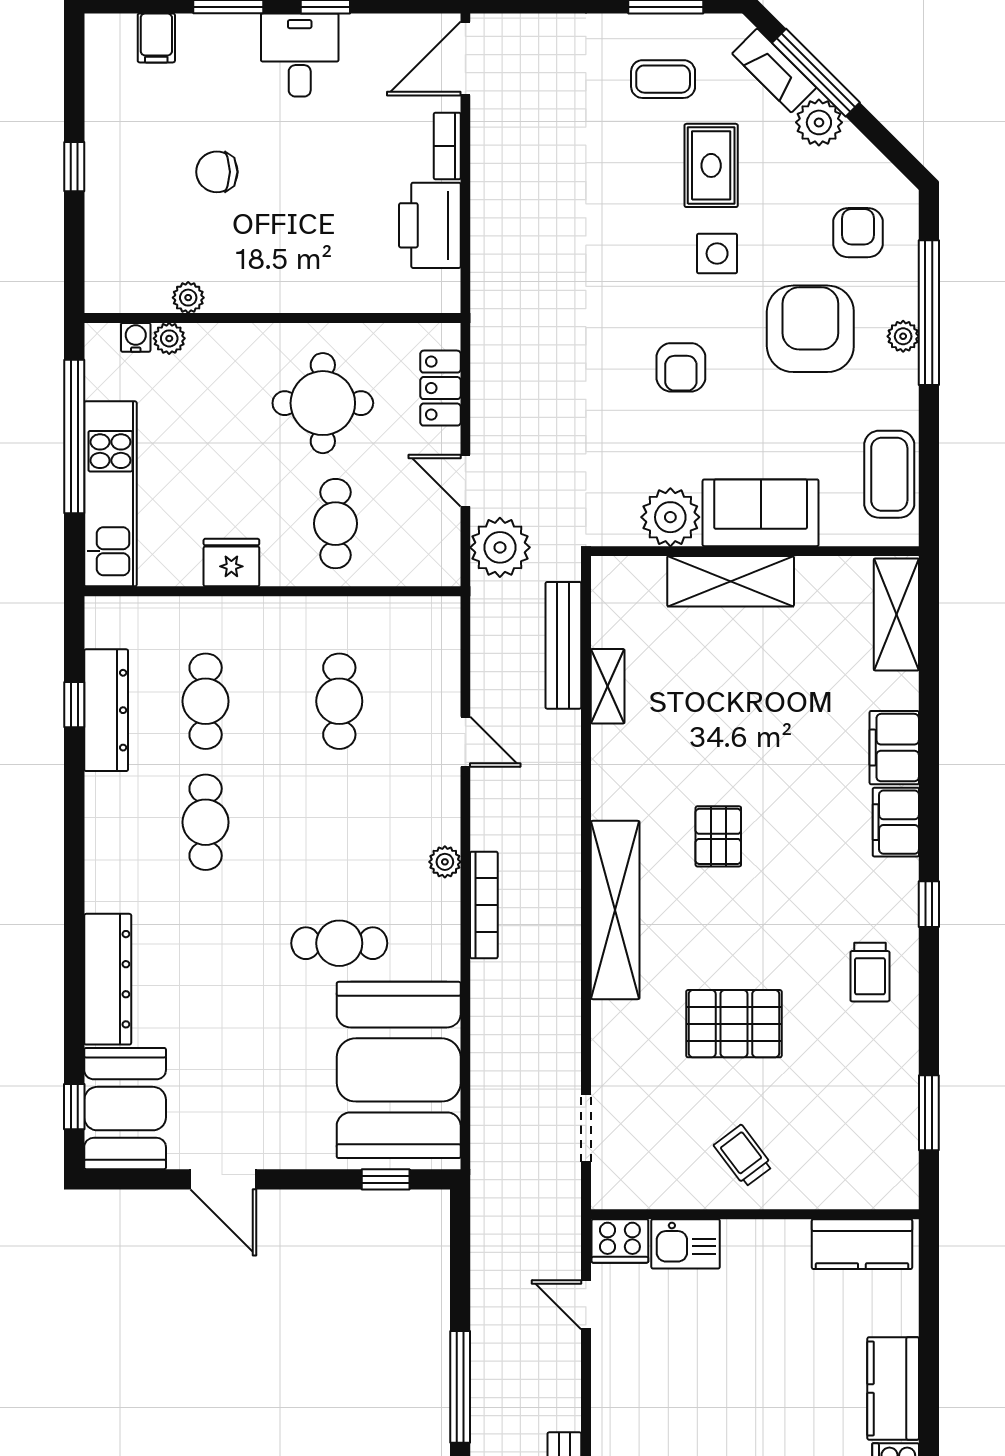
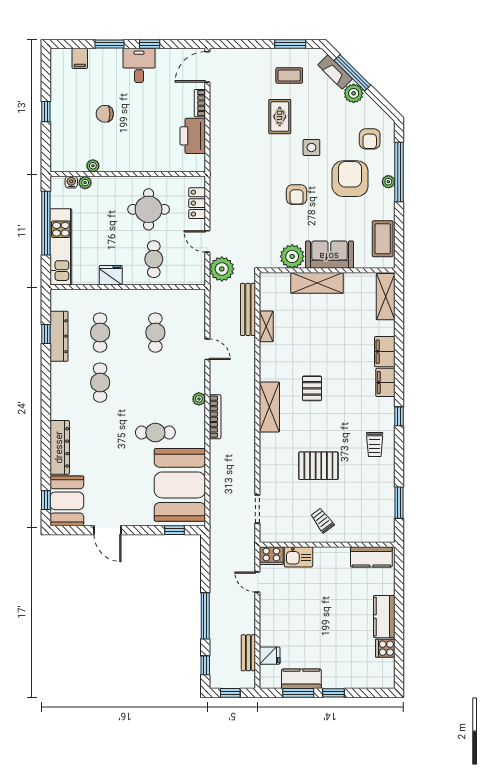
rug: (711, 165) -> (280, 117), moved
armchair: (858, 233) -> (370, 139), turned 180
shelving: (615, 910) -> (269, 407), width x0.68

